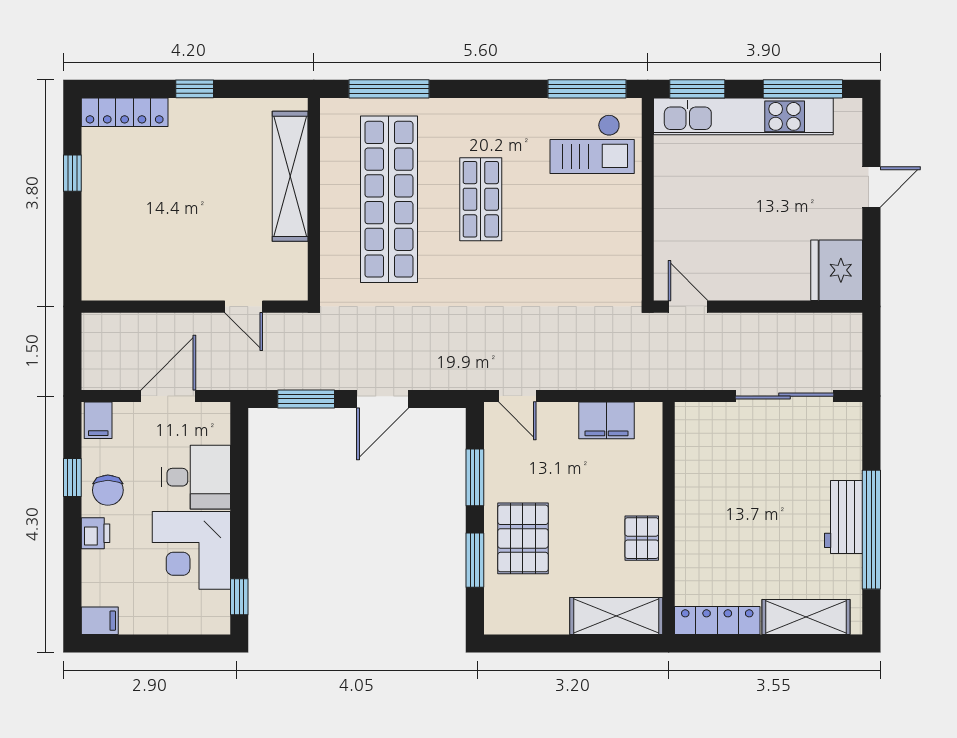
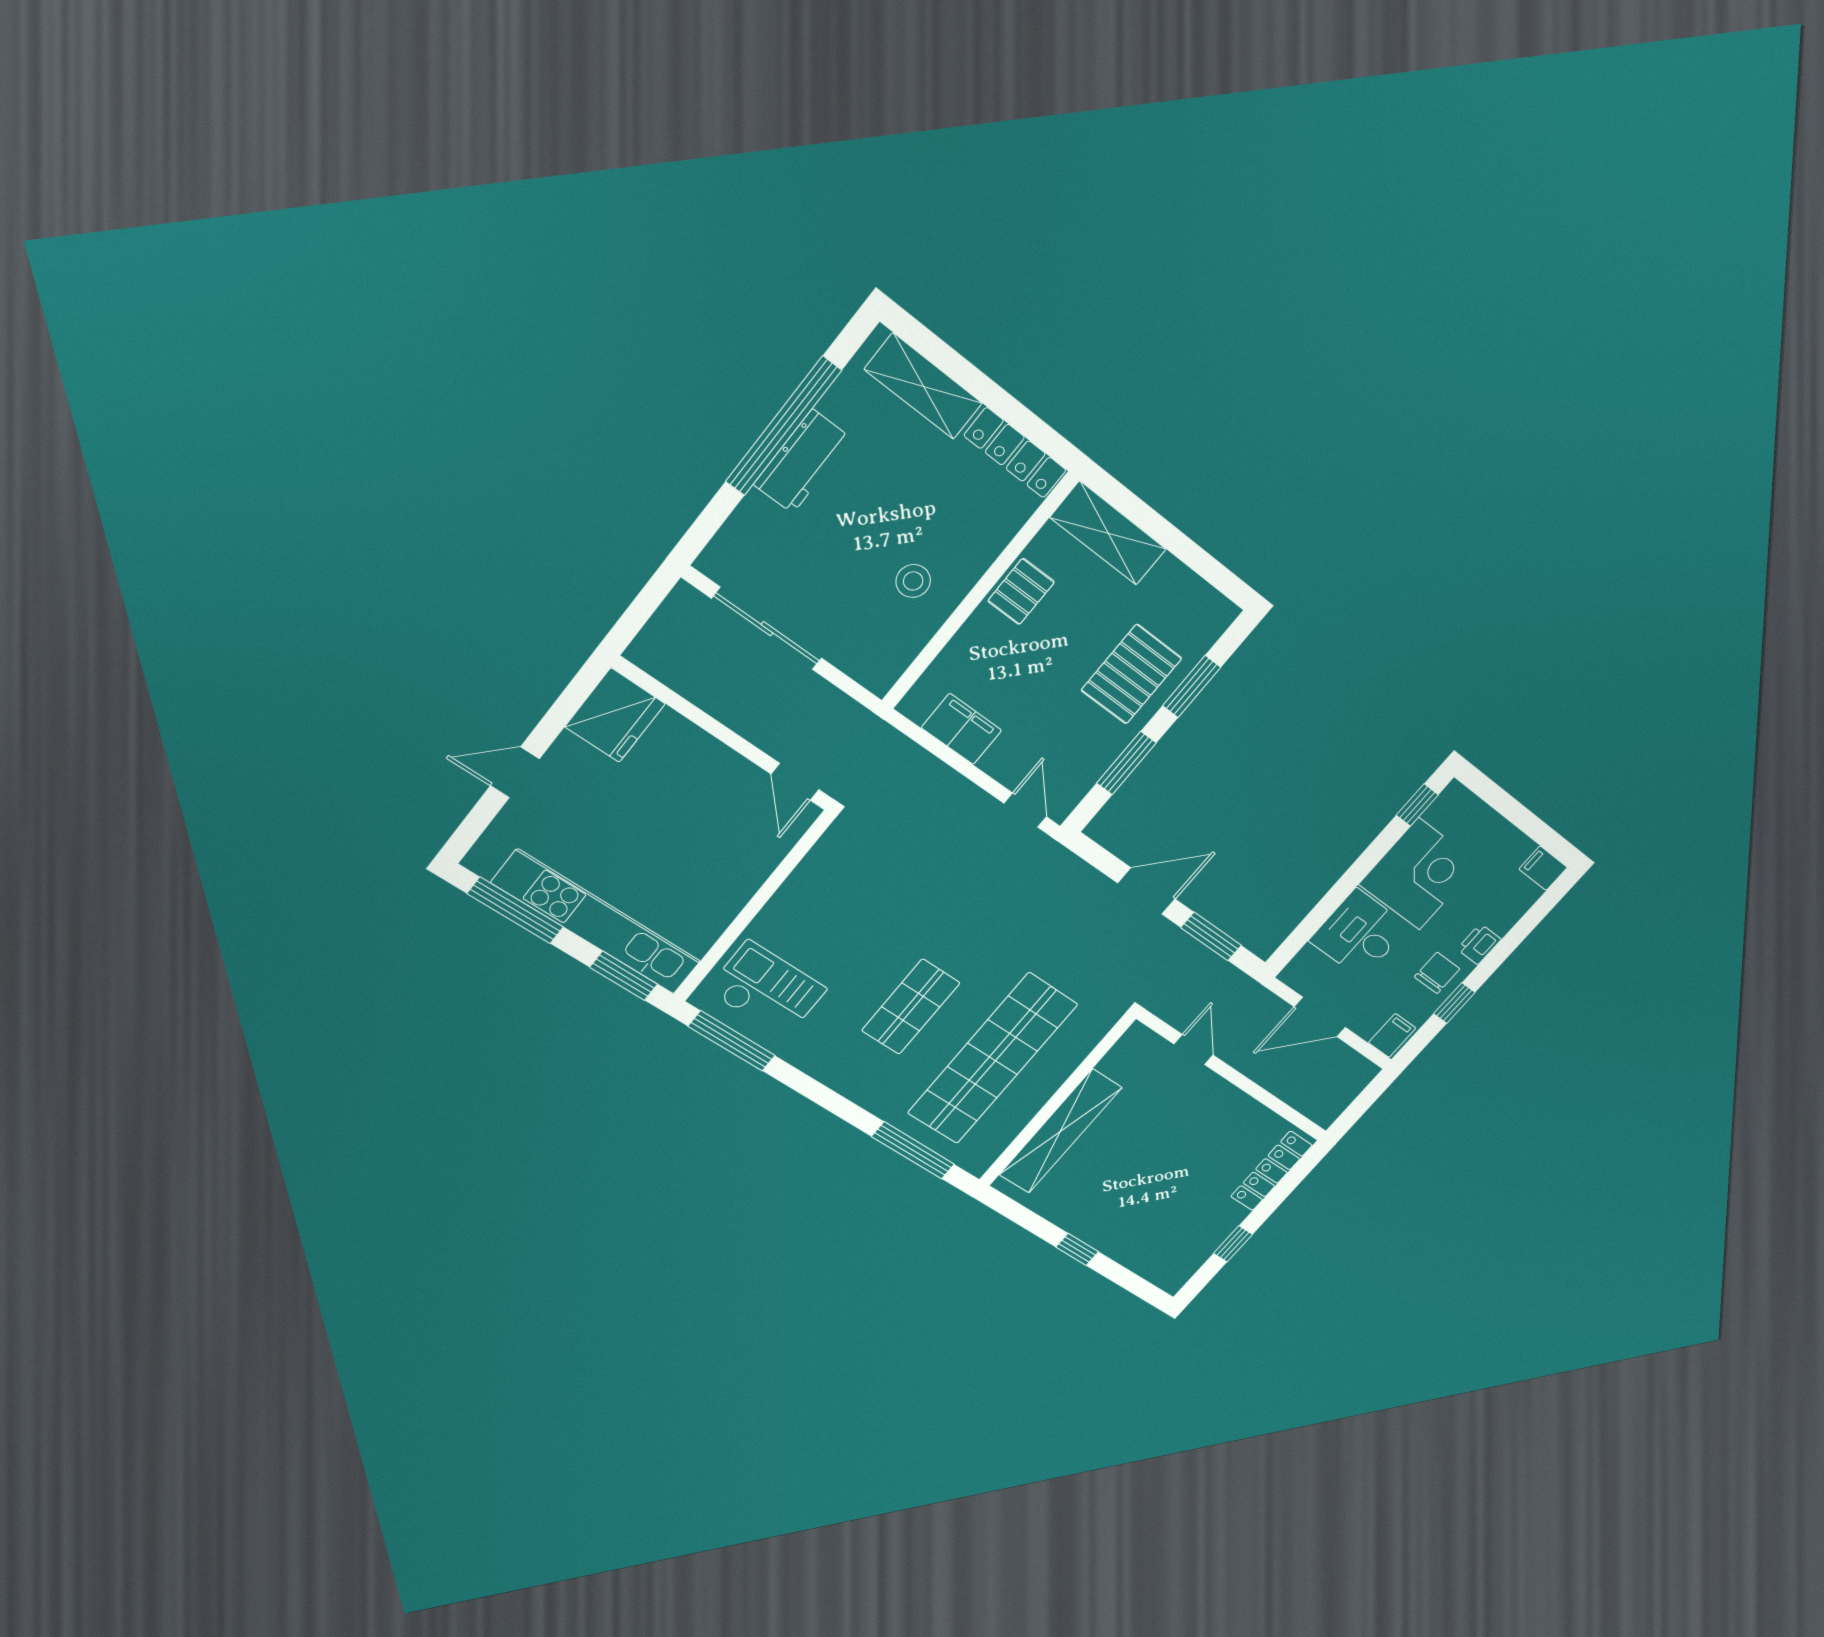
locker: (125, 112) -> (1271, 1171), moved, turned -90
stool: (716, 494) -> (913, 581), added

